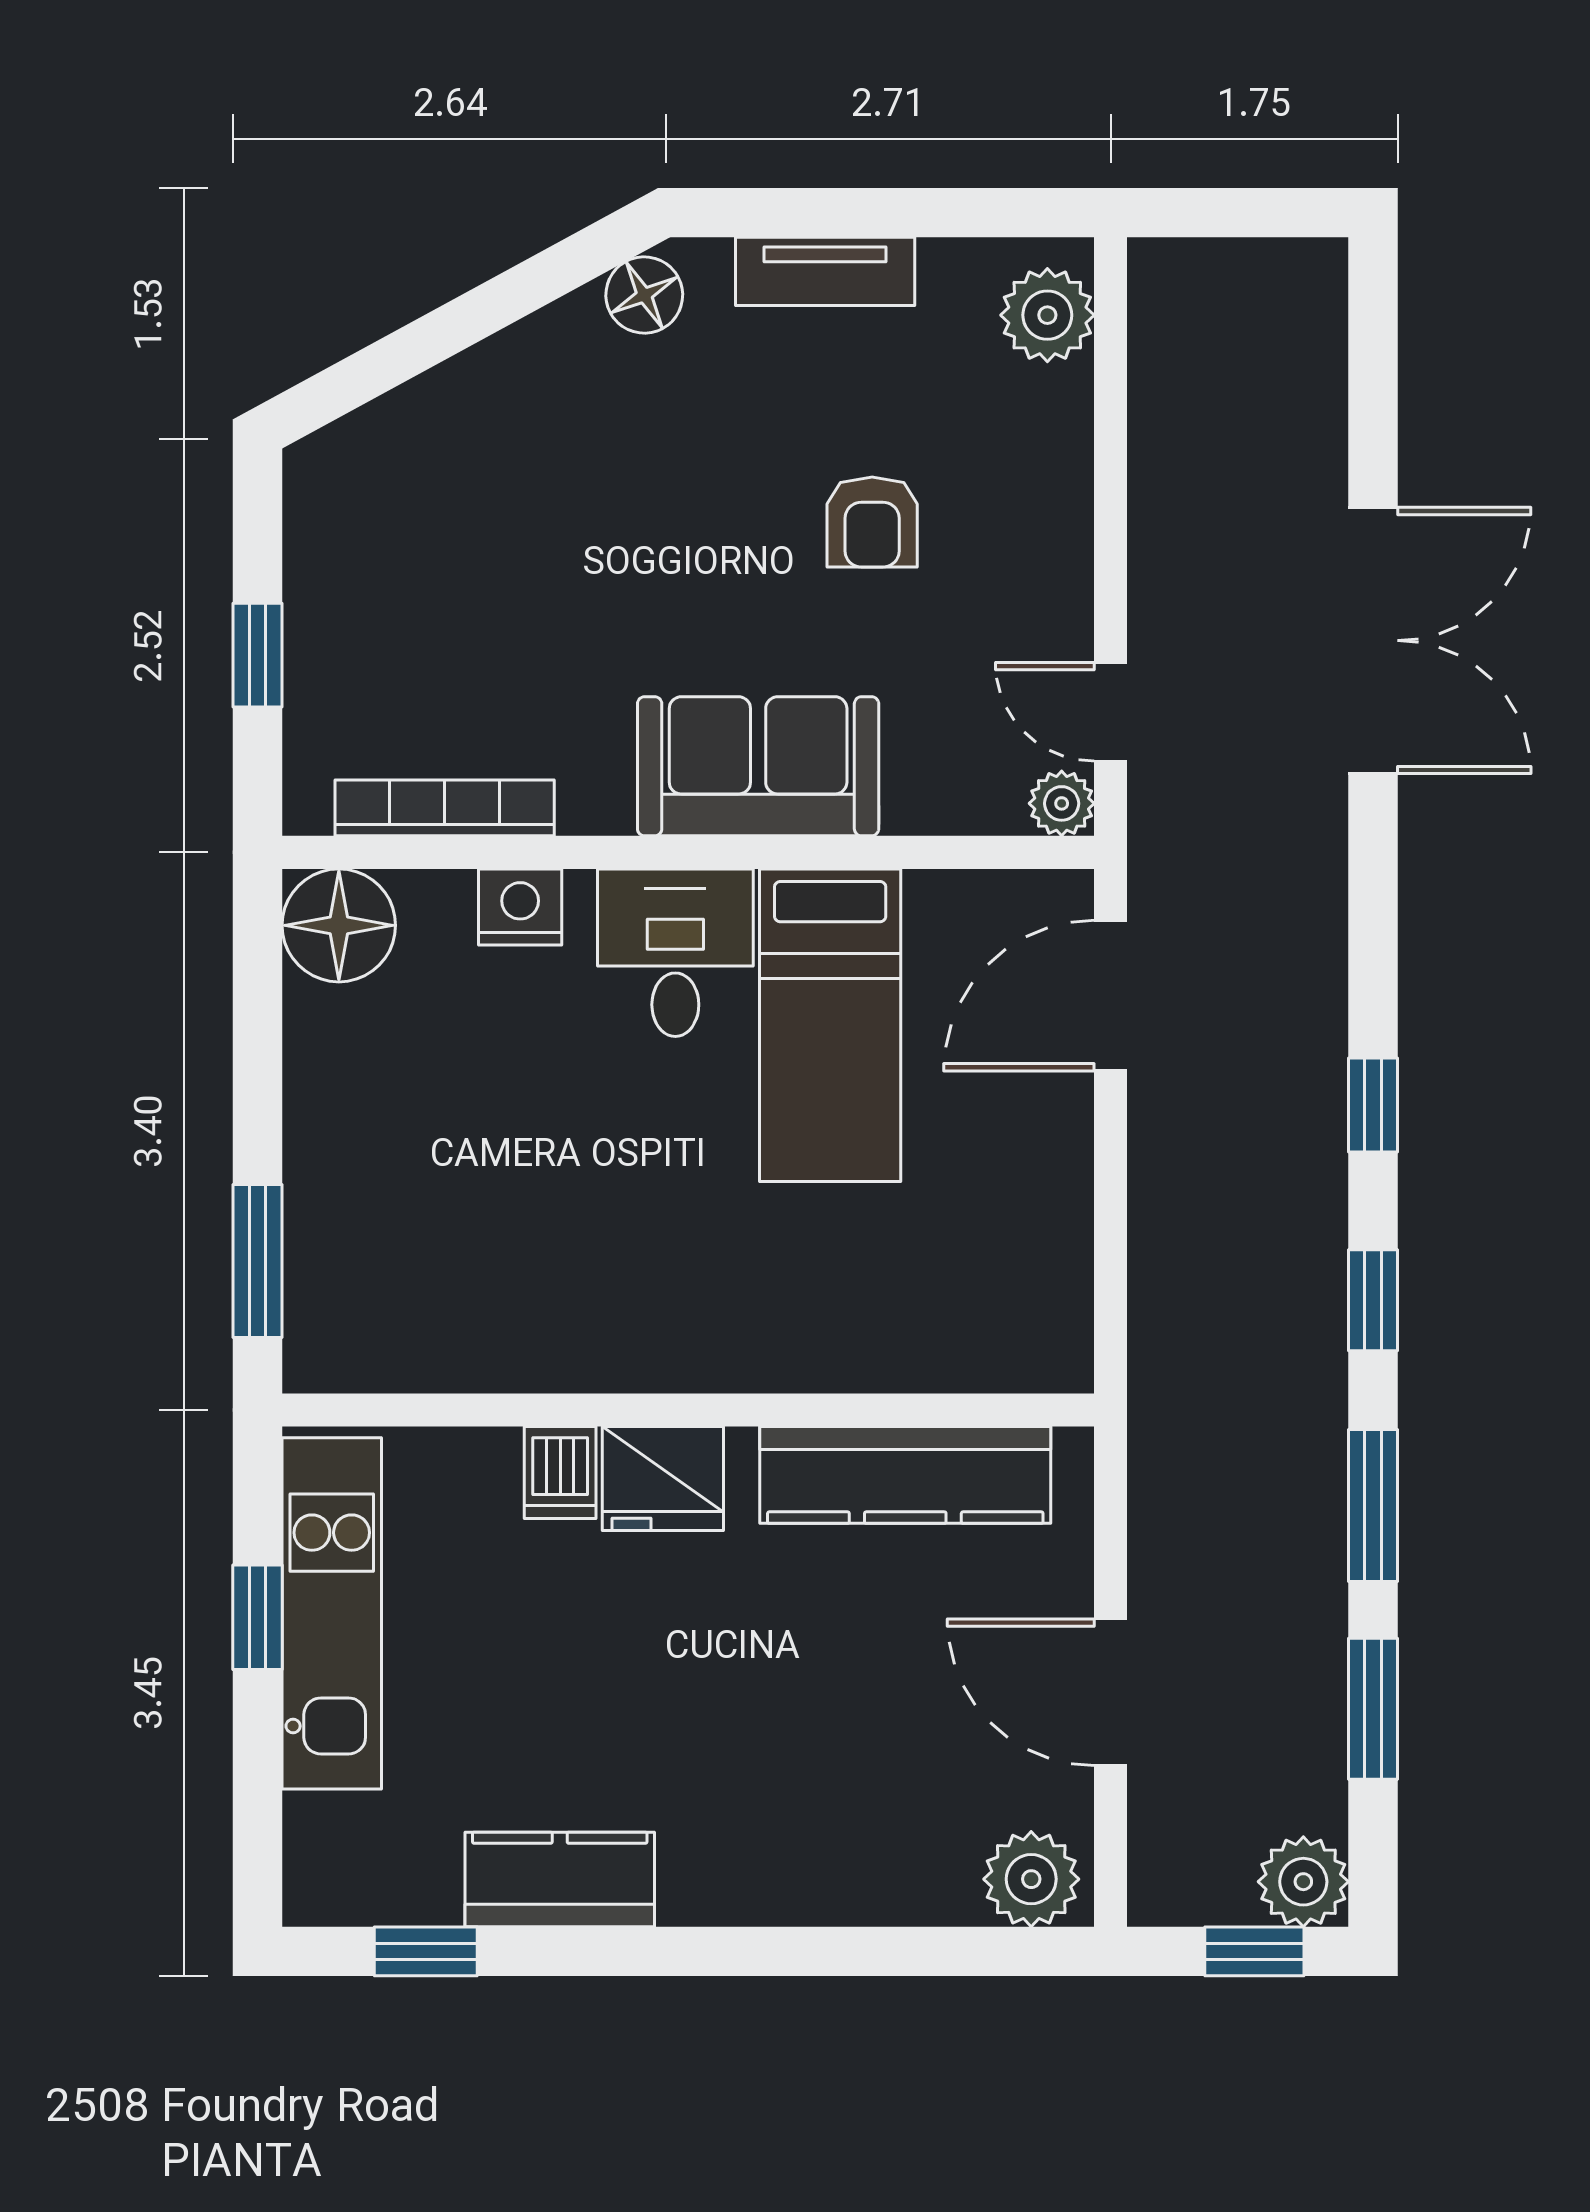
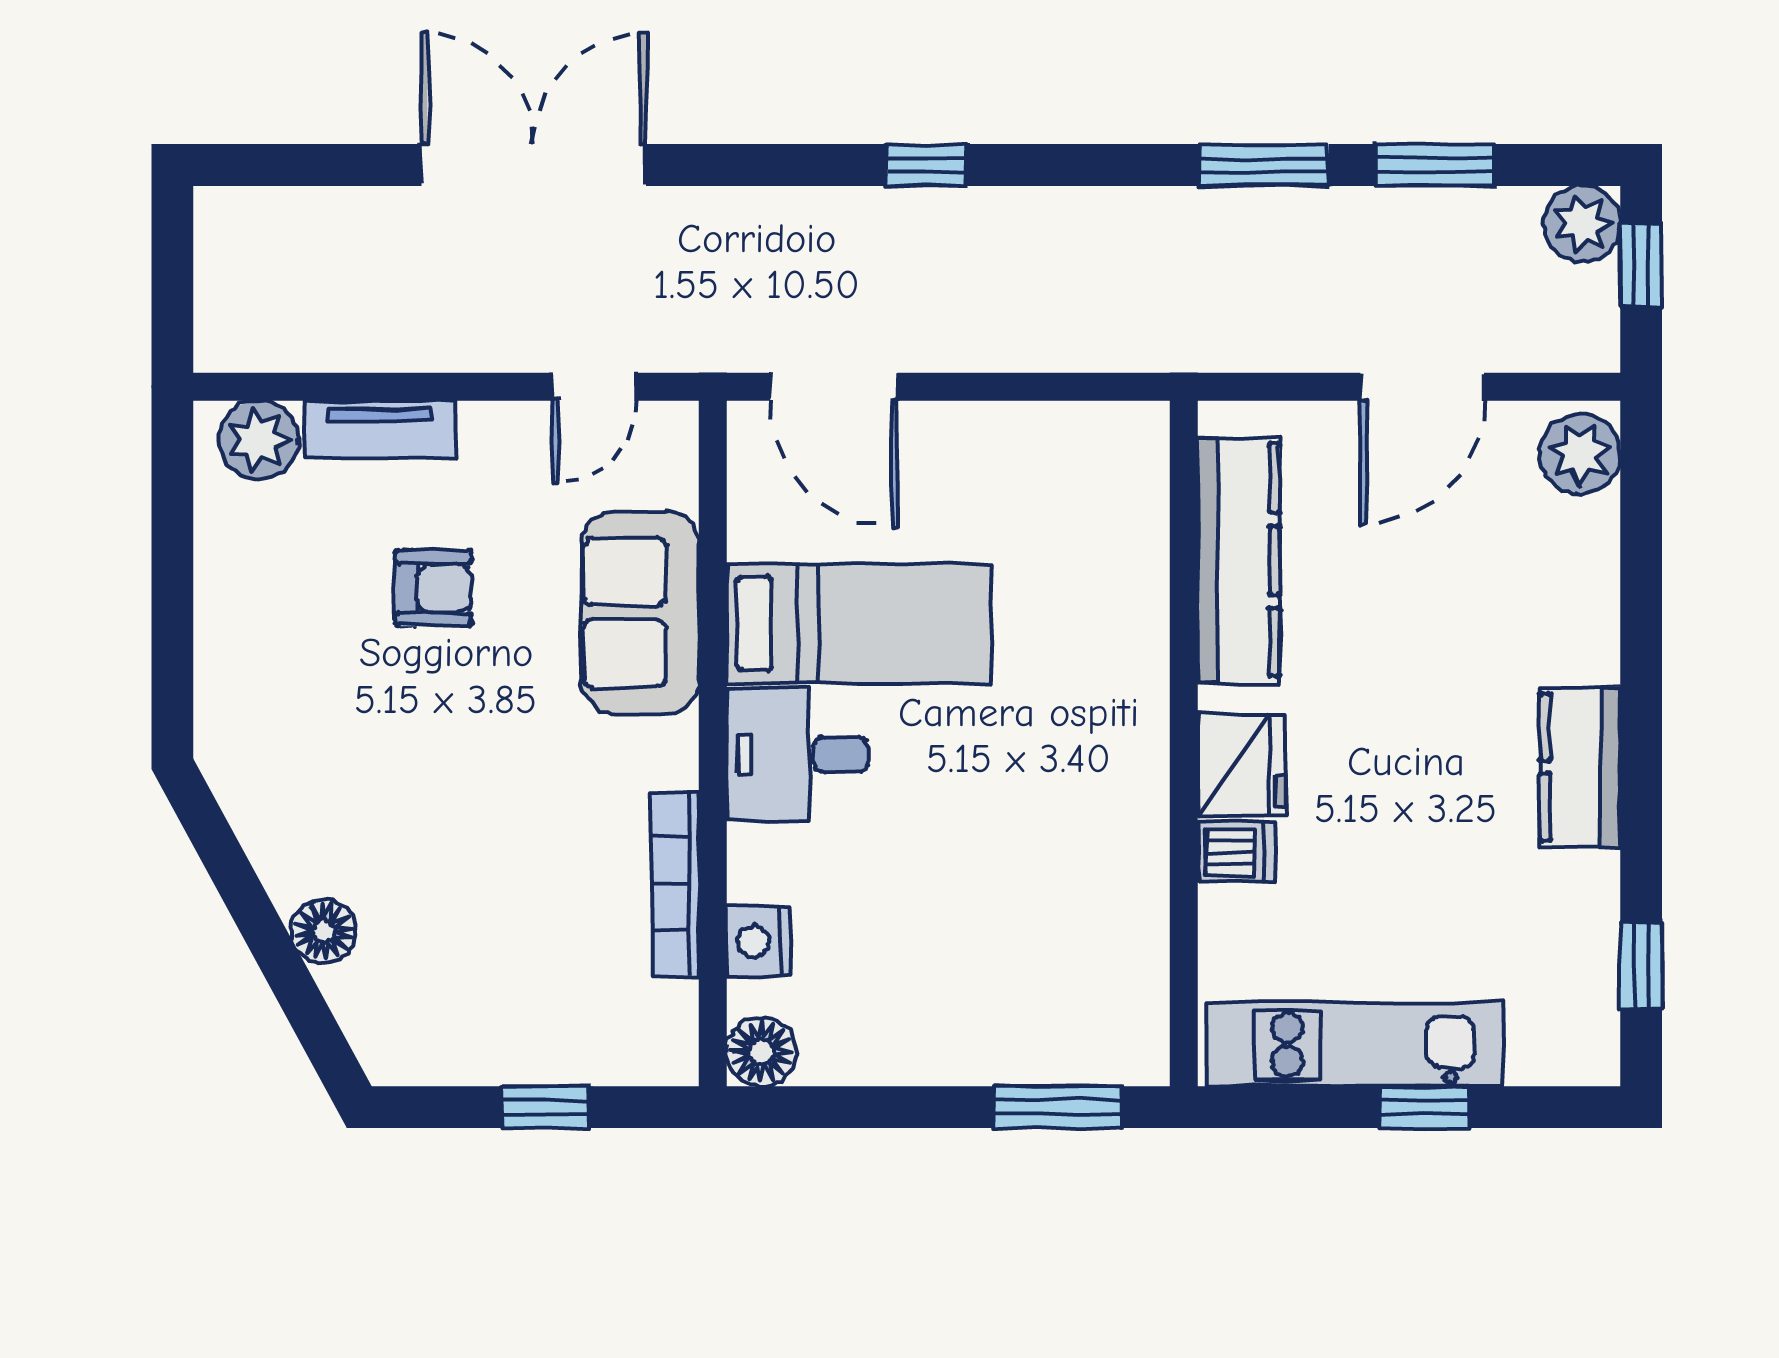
tv unit: (825, 271) -> (380, 429), moved, turned 90
floor lamp: (644, 295) -> (324, 931), moved
sofa: (758, 766) -> (640, 613), moved
plant: (1062, 803) -> (671, 428), removed
bookcase: (445, 808) -> (675, 884), moved
nightstand: (520, 907) -> (759, 941), moved
floor lamp: (339, 925) -> (761, 1052), width x0.73, depth x0.73
window: (1373, 1300) -> (1091, 165), removed
window: (258, 1617) -> (1424, 1107), moved
kitchen counter: (560, 1879) -> (1580, 767), moved

